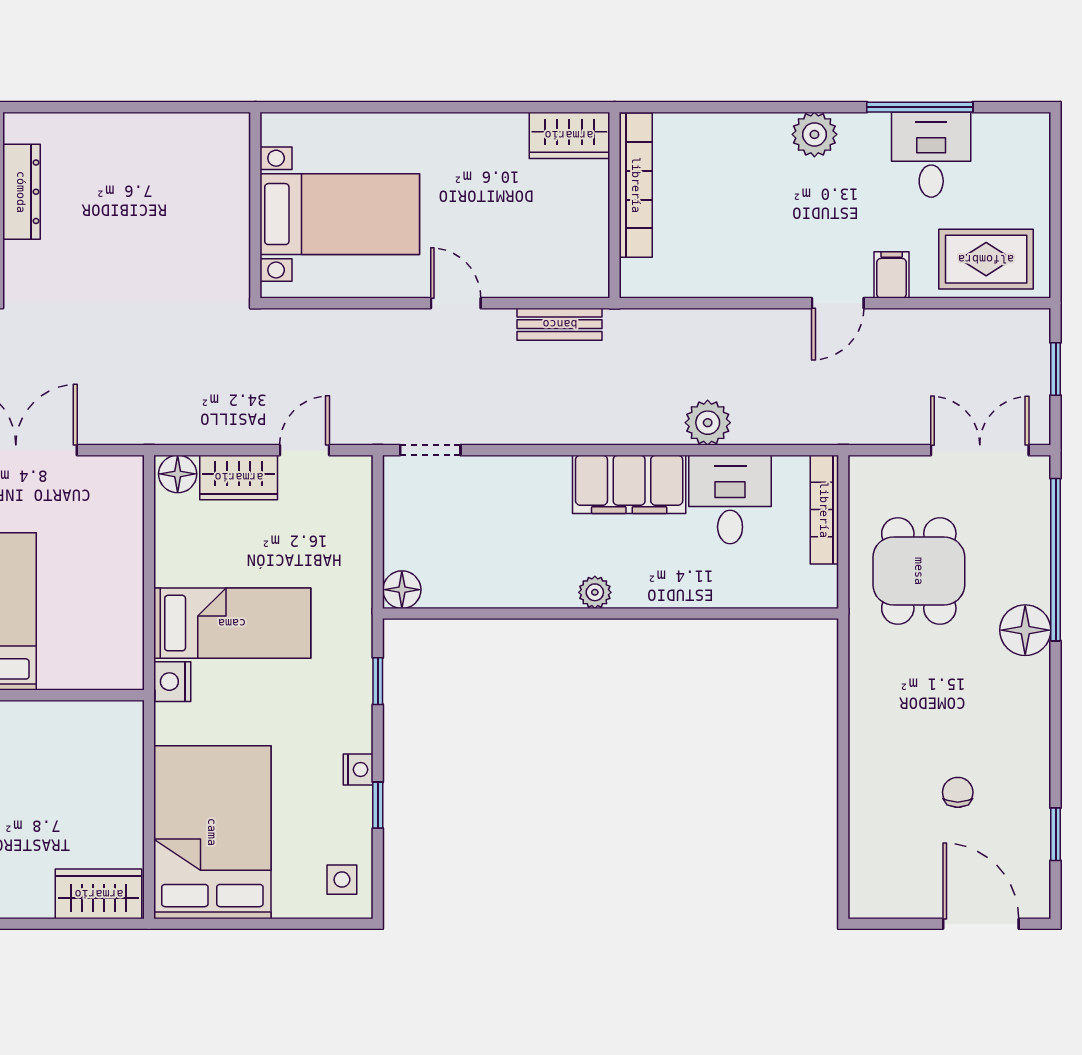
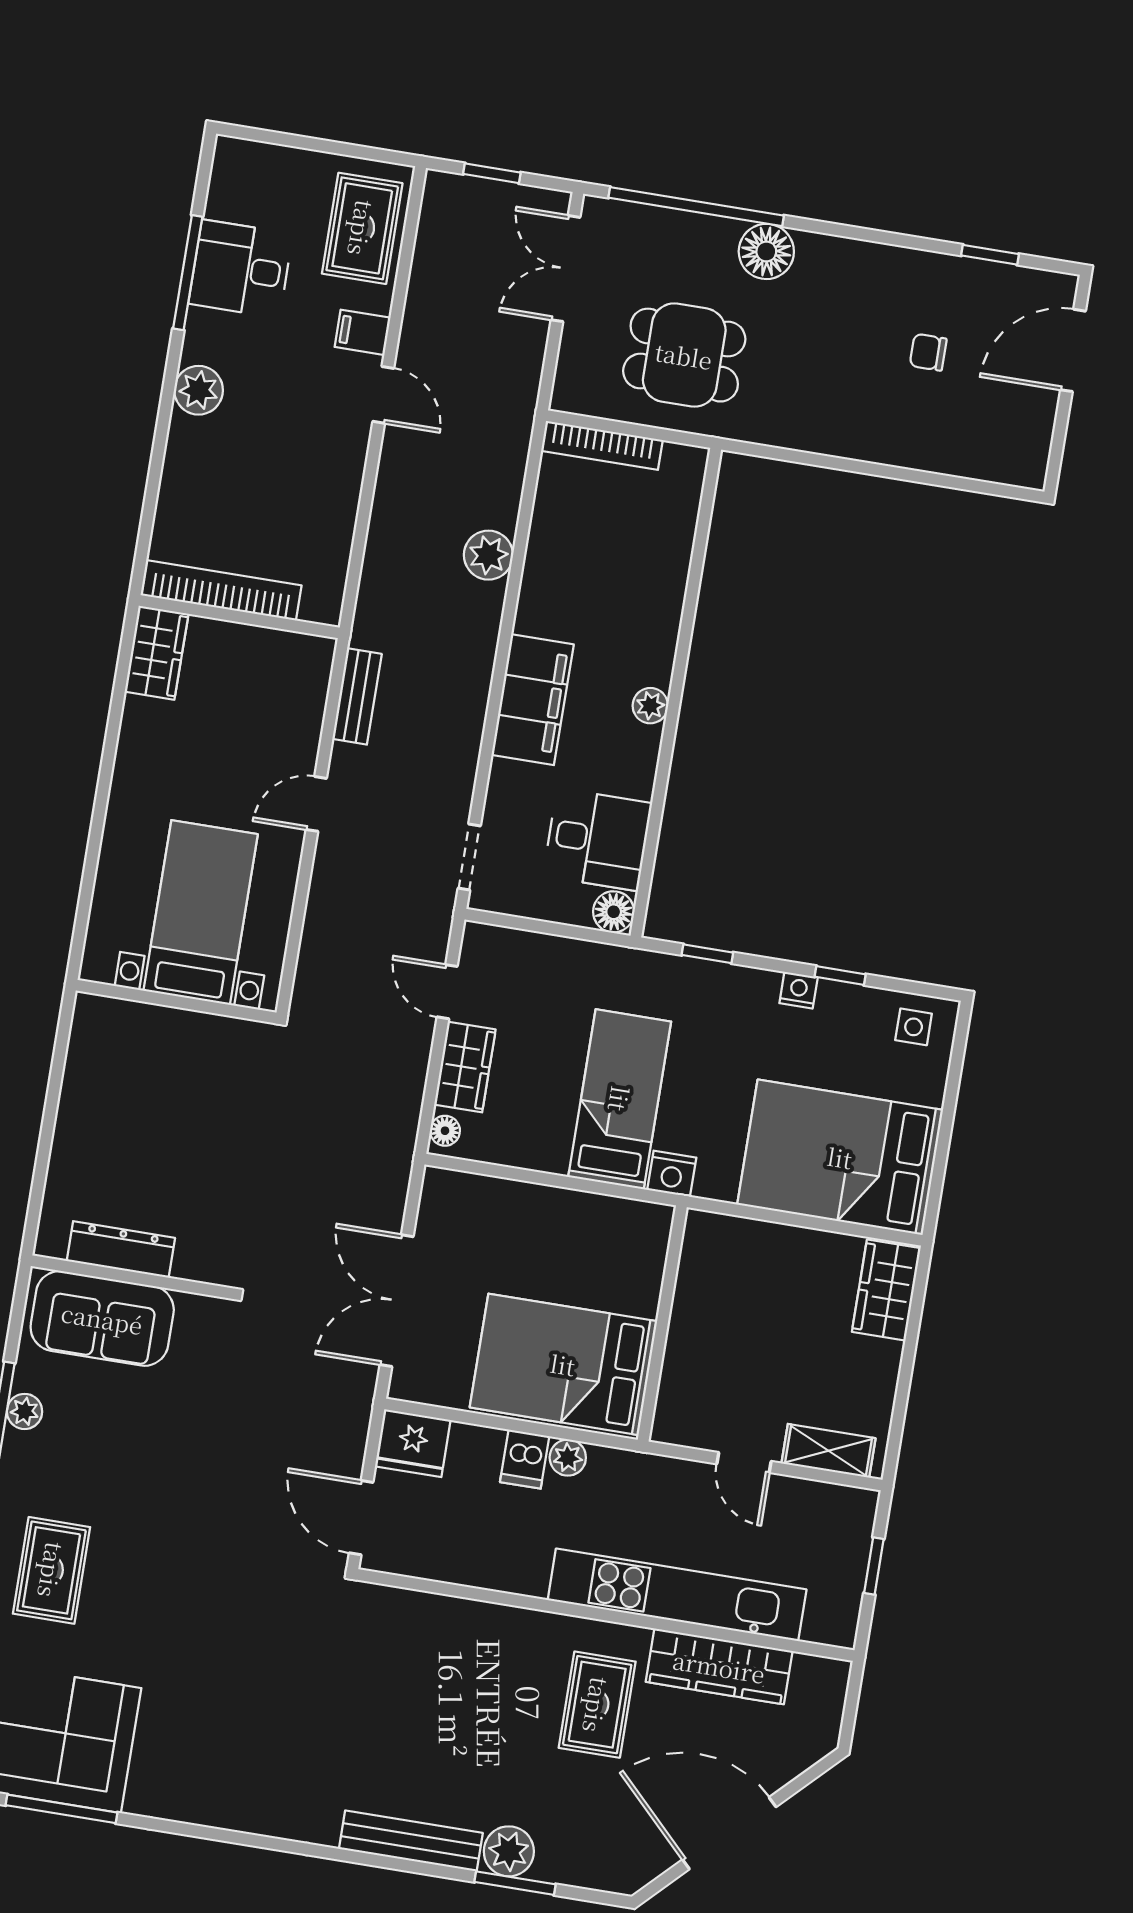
floor lamp: (178, 474) -> (445, 1131), width x0.73, depth x0.73
filing cabinet: (629, 484) -> (533, 700), moved
desk: (730, 499) -> (597, 839), moved, turned 180

